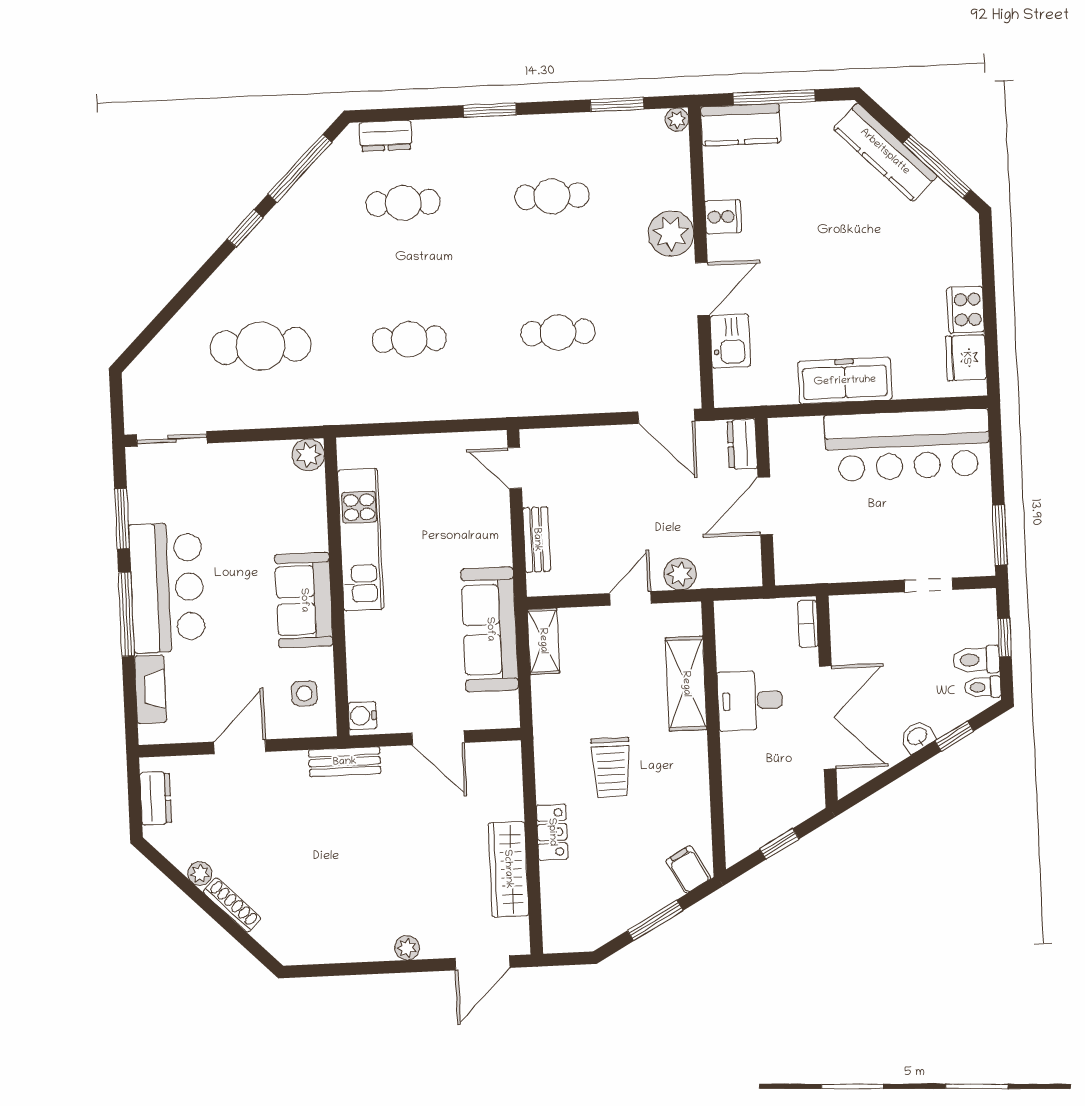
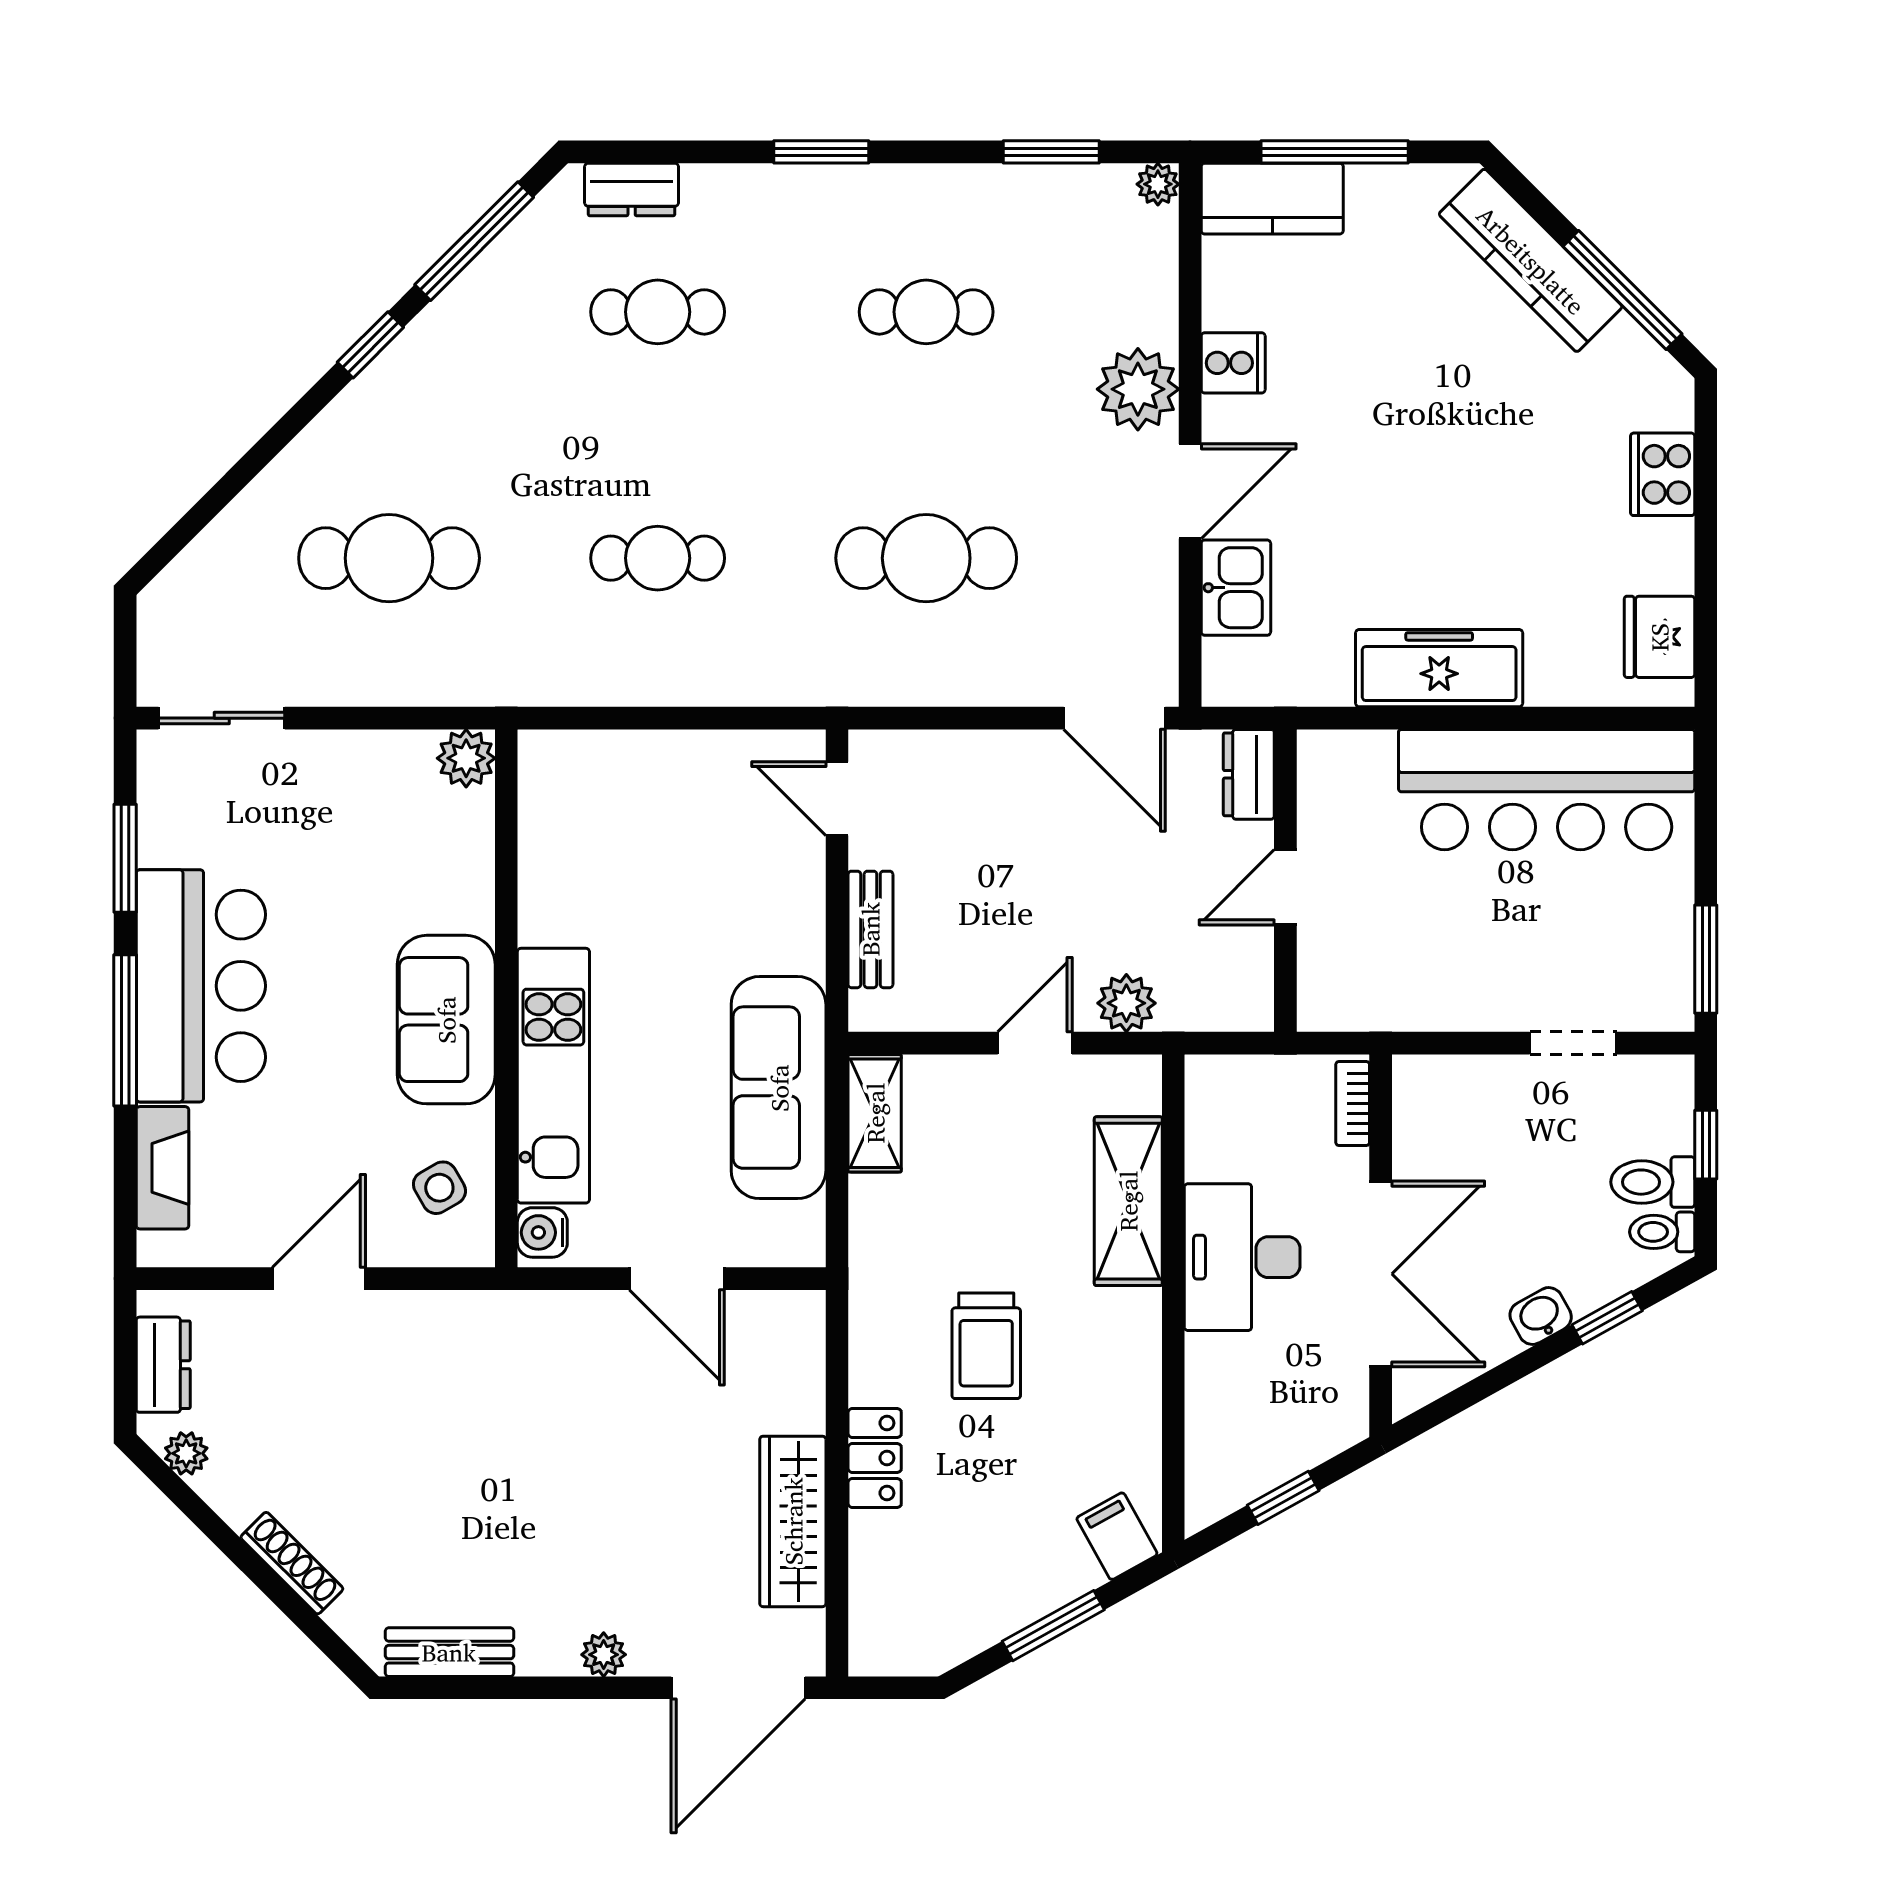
cooker: (966, 310) -> (1663, 474), moved
cafe table: (558, 333) -> (926, 558), width x1.37, depth x1.35
door: (765, 506) -> (1285, 887), width x0.73
kitchen unit: (361, 540) -> (553, 1076), moved
side table: (304, 693) -> (439, 1188), turned -30
desk: (750, 701) -> (1242, 1257), width x1.37
bench: (345, 762) -> (449, 1652), moved
plant: (200, 873) -> (186, 1453), moved
door: (482, 963) -> (738, 1688), width x1.36

